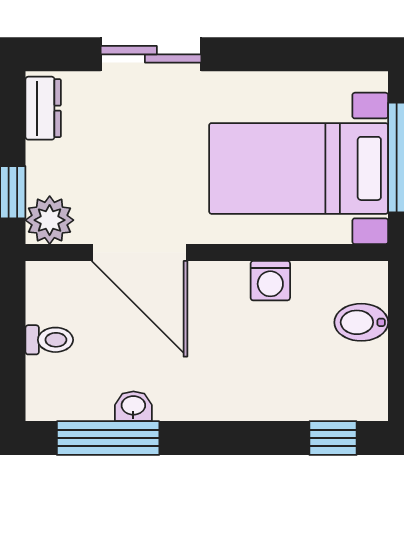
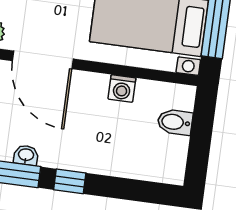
window: (333, 438) -> (70, 181), moved

